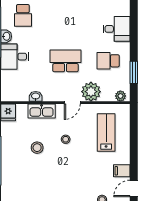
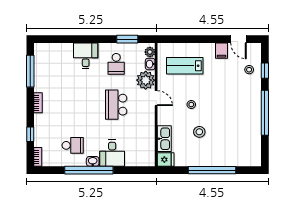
washbasin: (36, 96) -> (150, 64), moved
kitchen sink: (42, 111) -> (164, 139), moved

